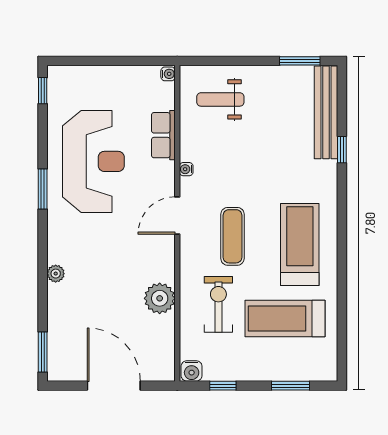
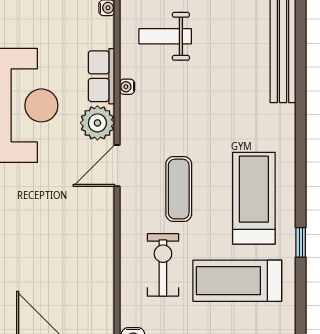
window: (342, 150) -> (301, 242), moved
water cooler: (186, 169) -> (127, 87), moved
plant: (160, 298) -> (97, 123), moved

